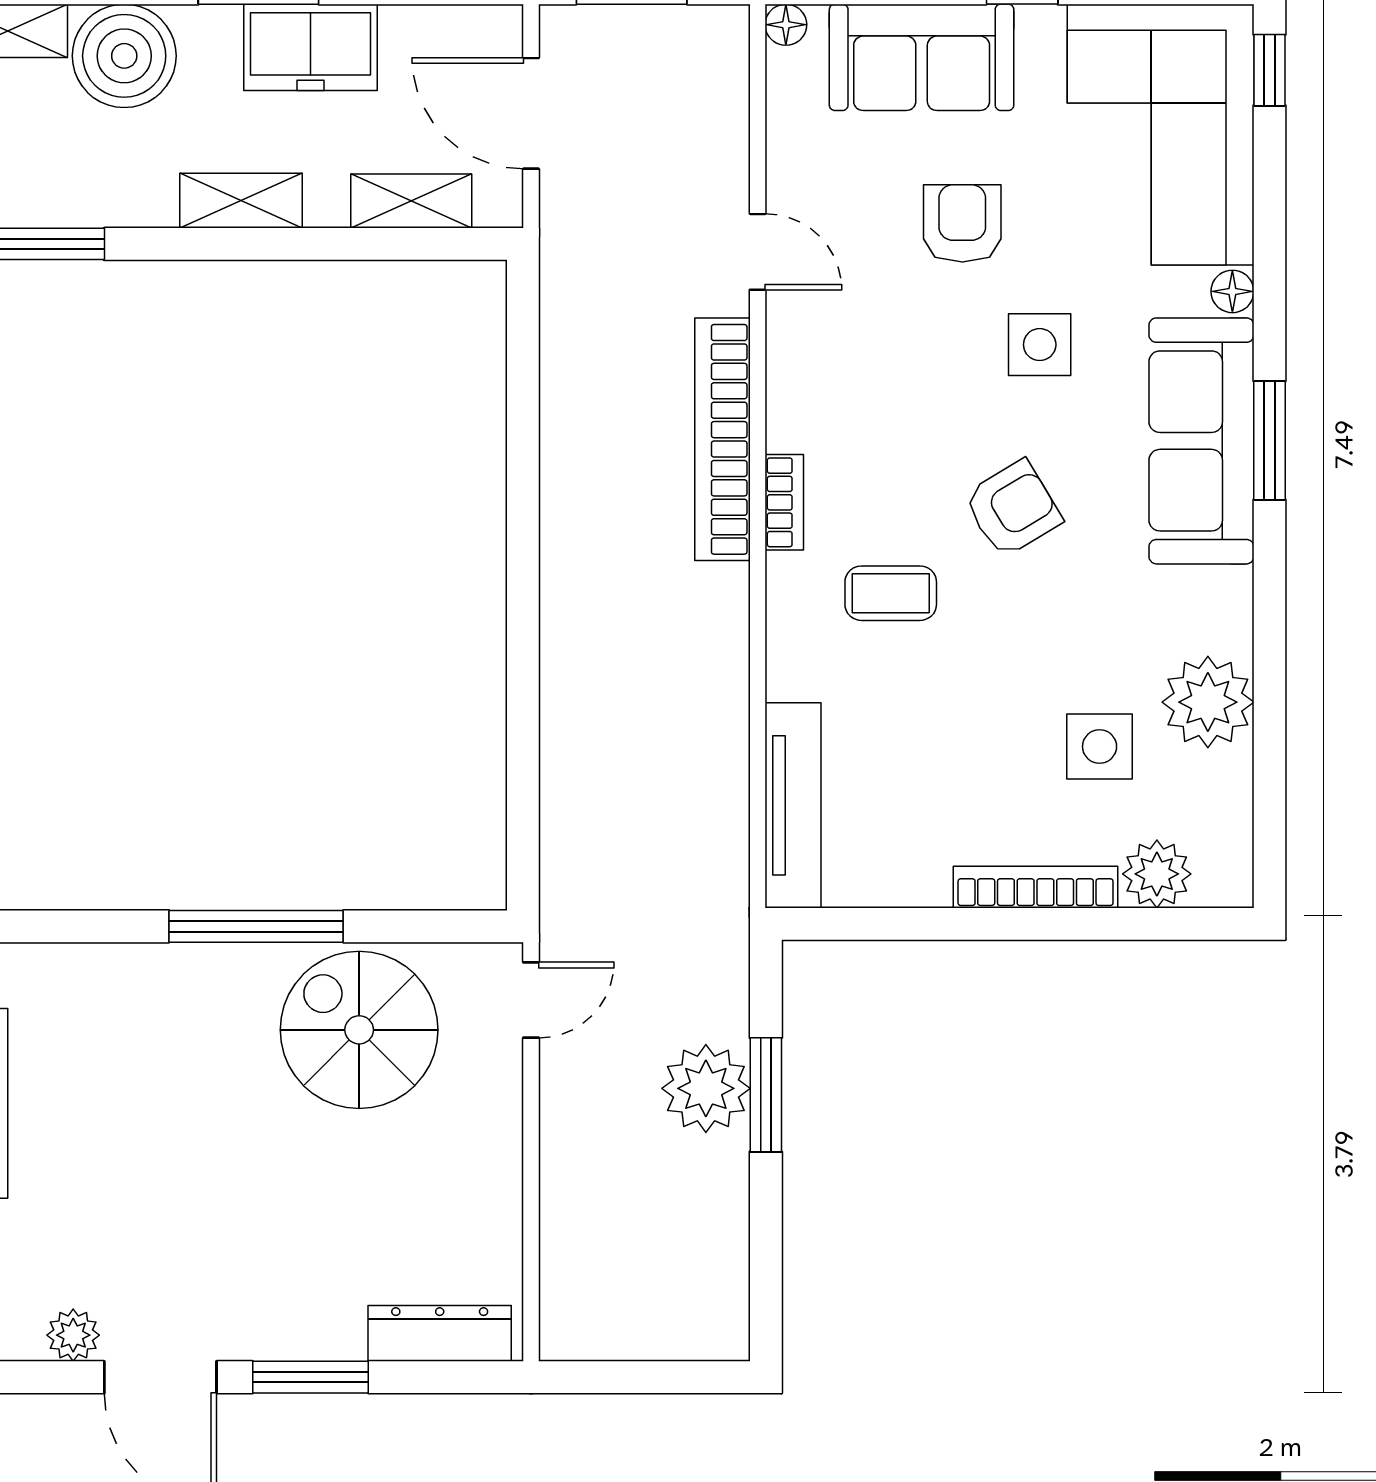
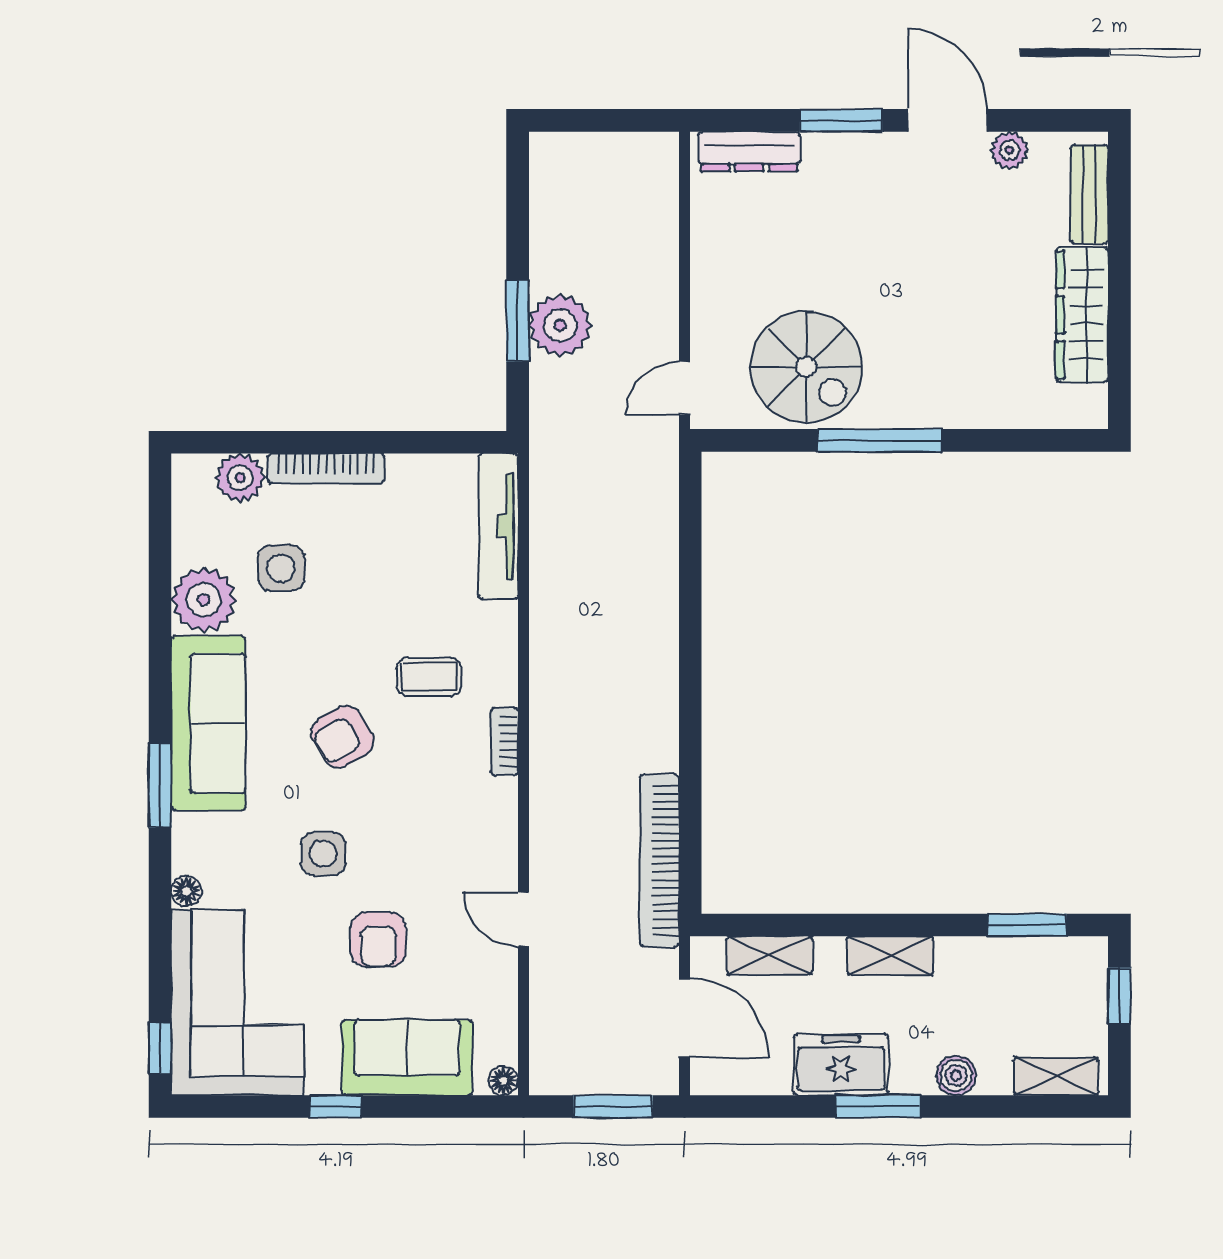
boiler: (124, 56) -> (956, 1076), width x0.54, depth x0.54
bookcase: (723, 439) -> (659, 860), moved, turned 180
sofa: (1201, 441) -> (208, 723), moved

